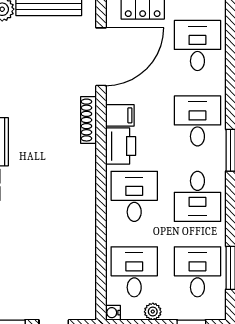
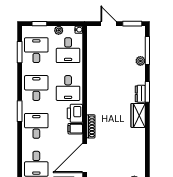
desk: (197, 121) -> (36, 126), turned 180
desk: (197, 272) -> (36, 50), turned 180

